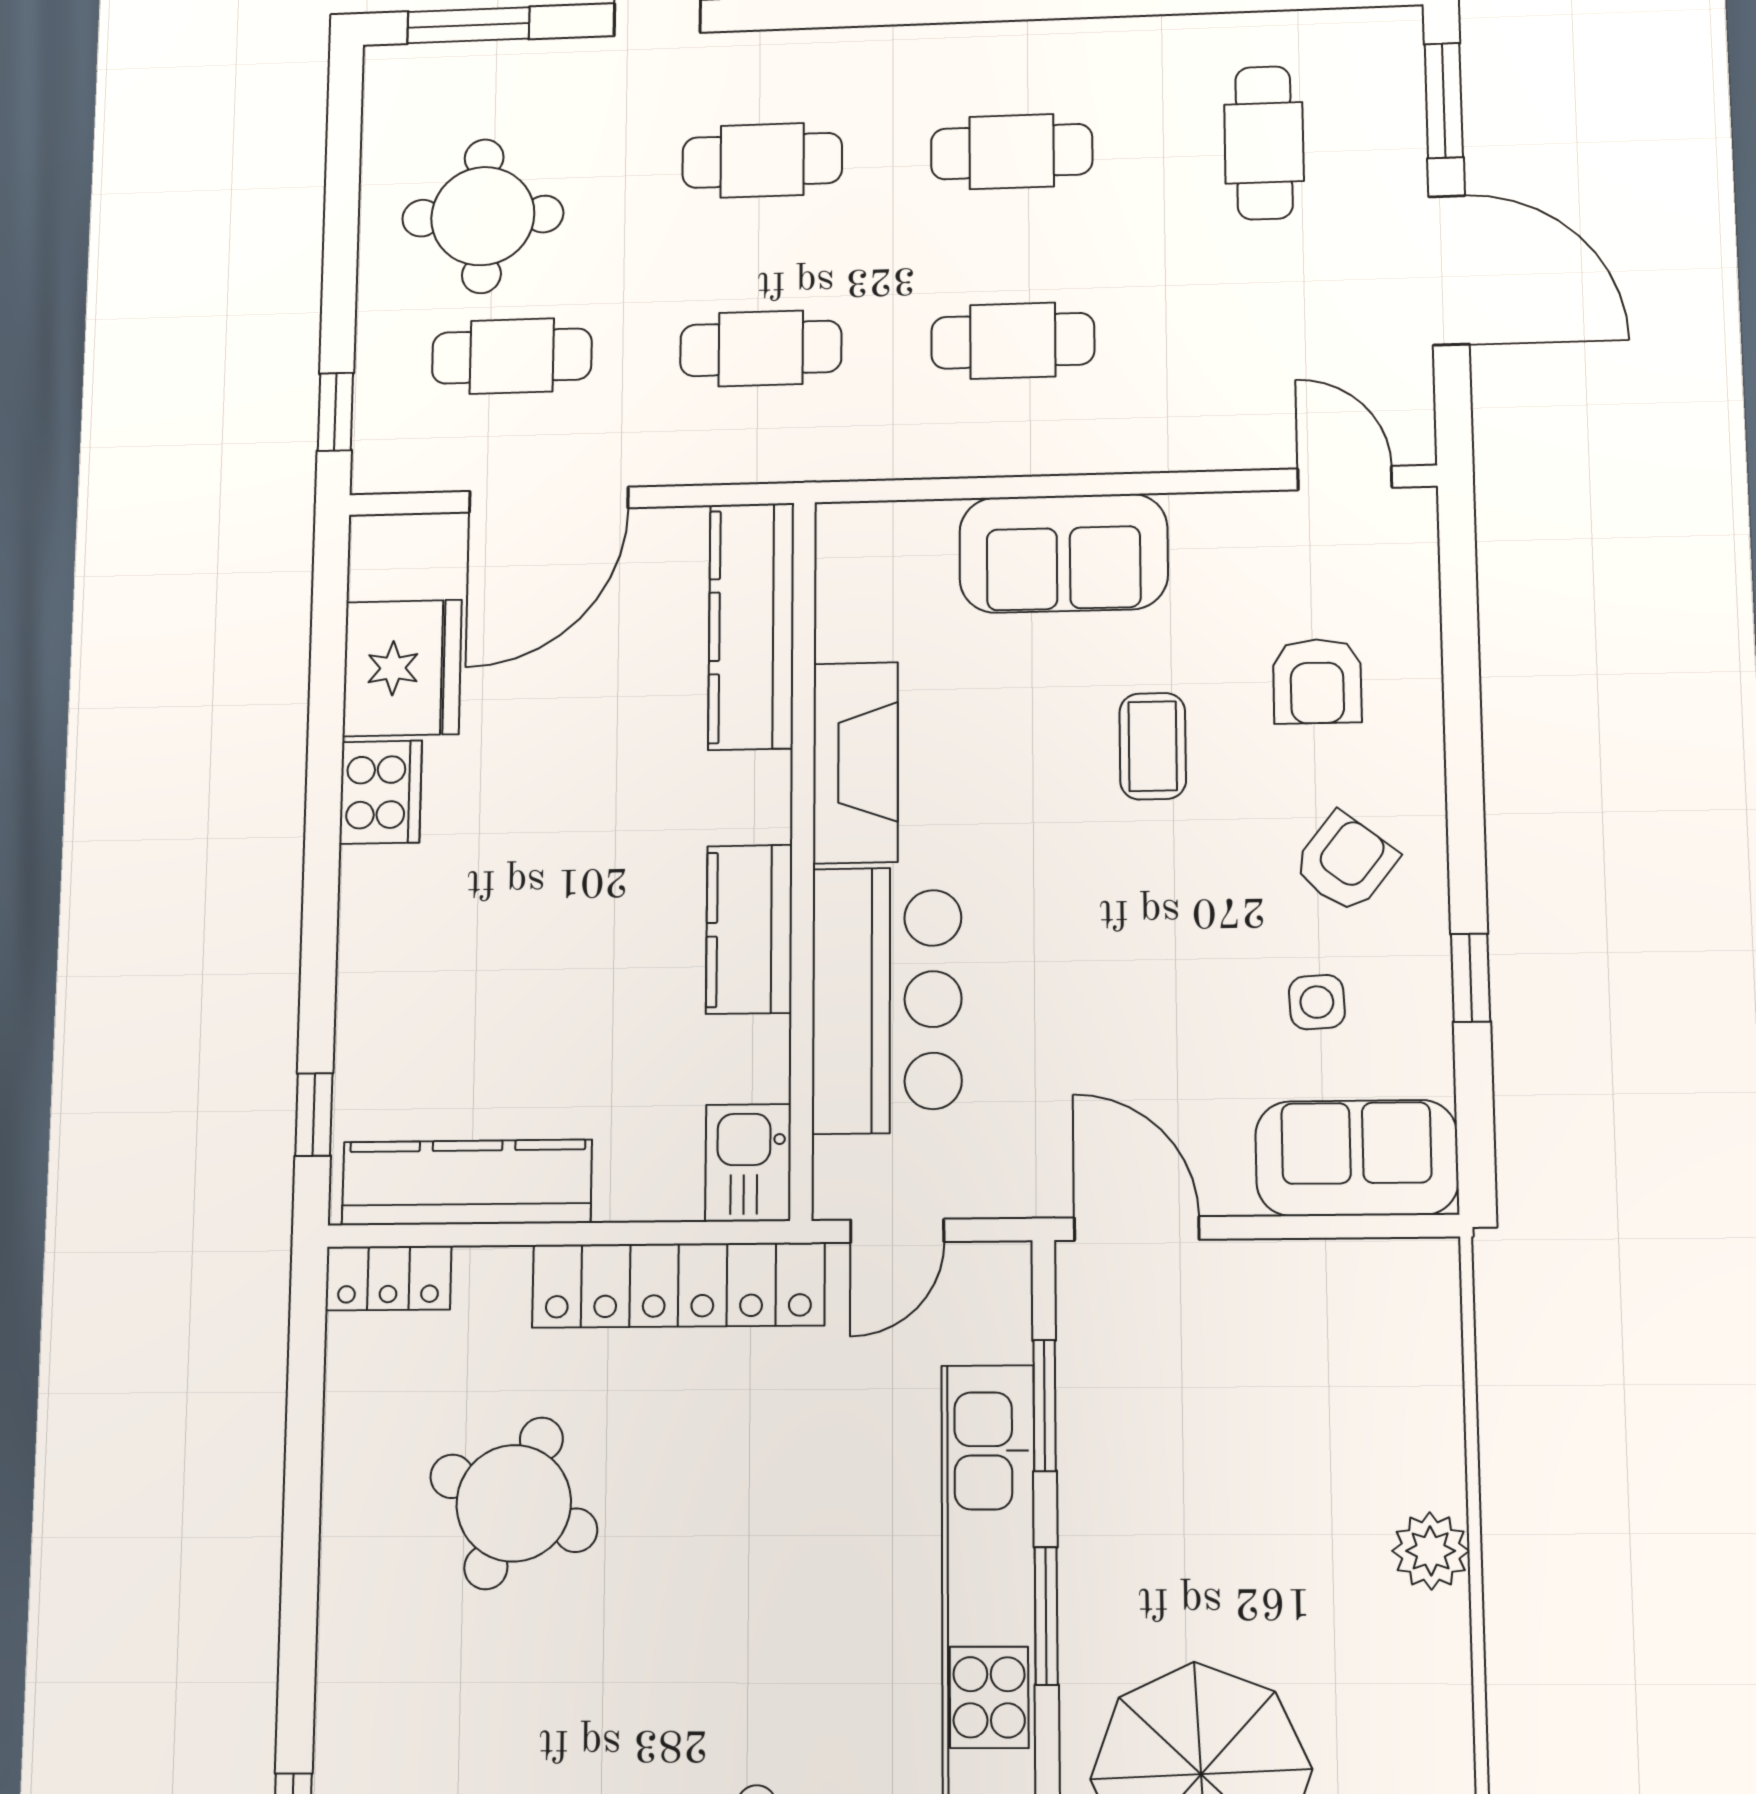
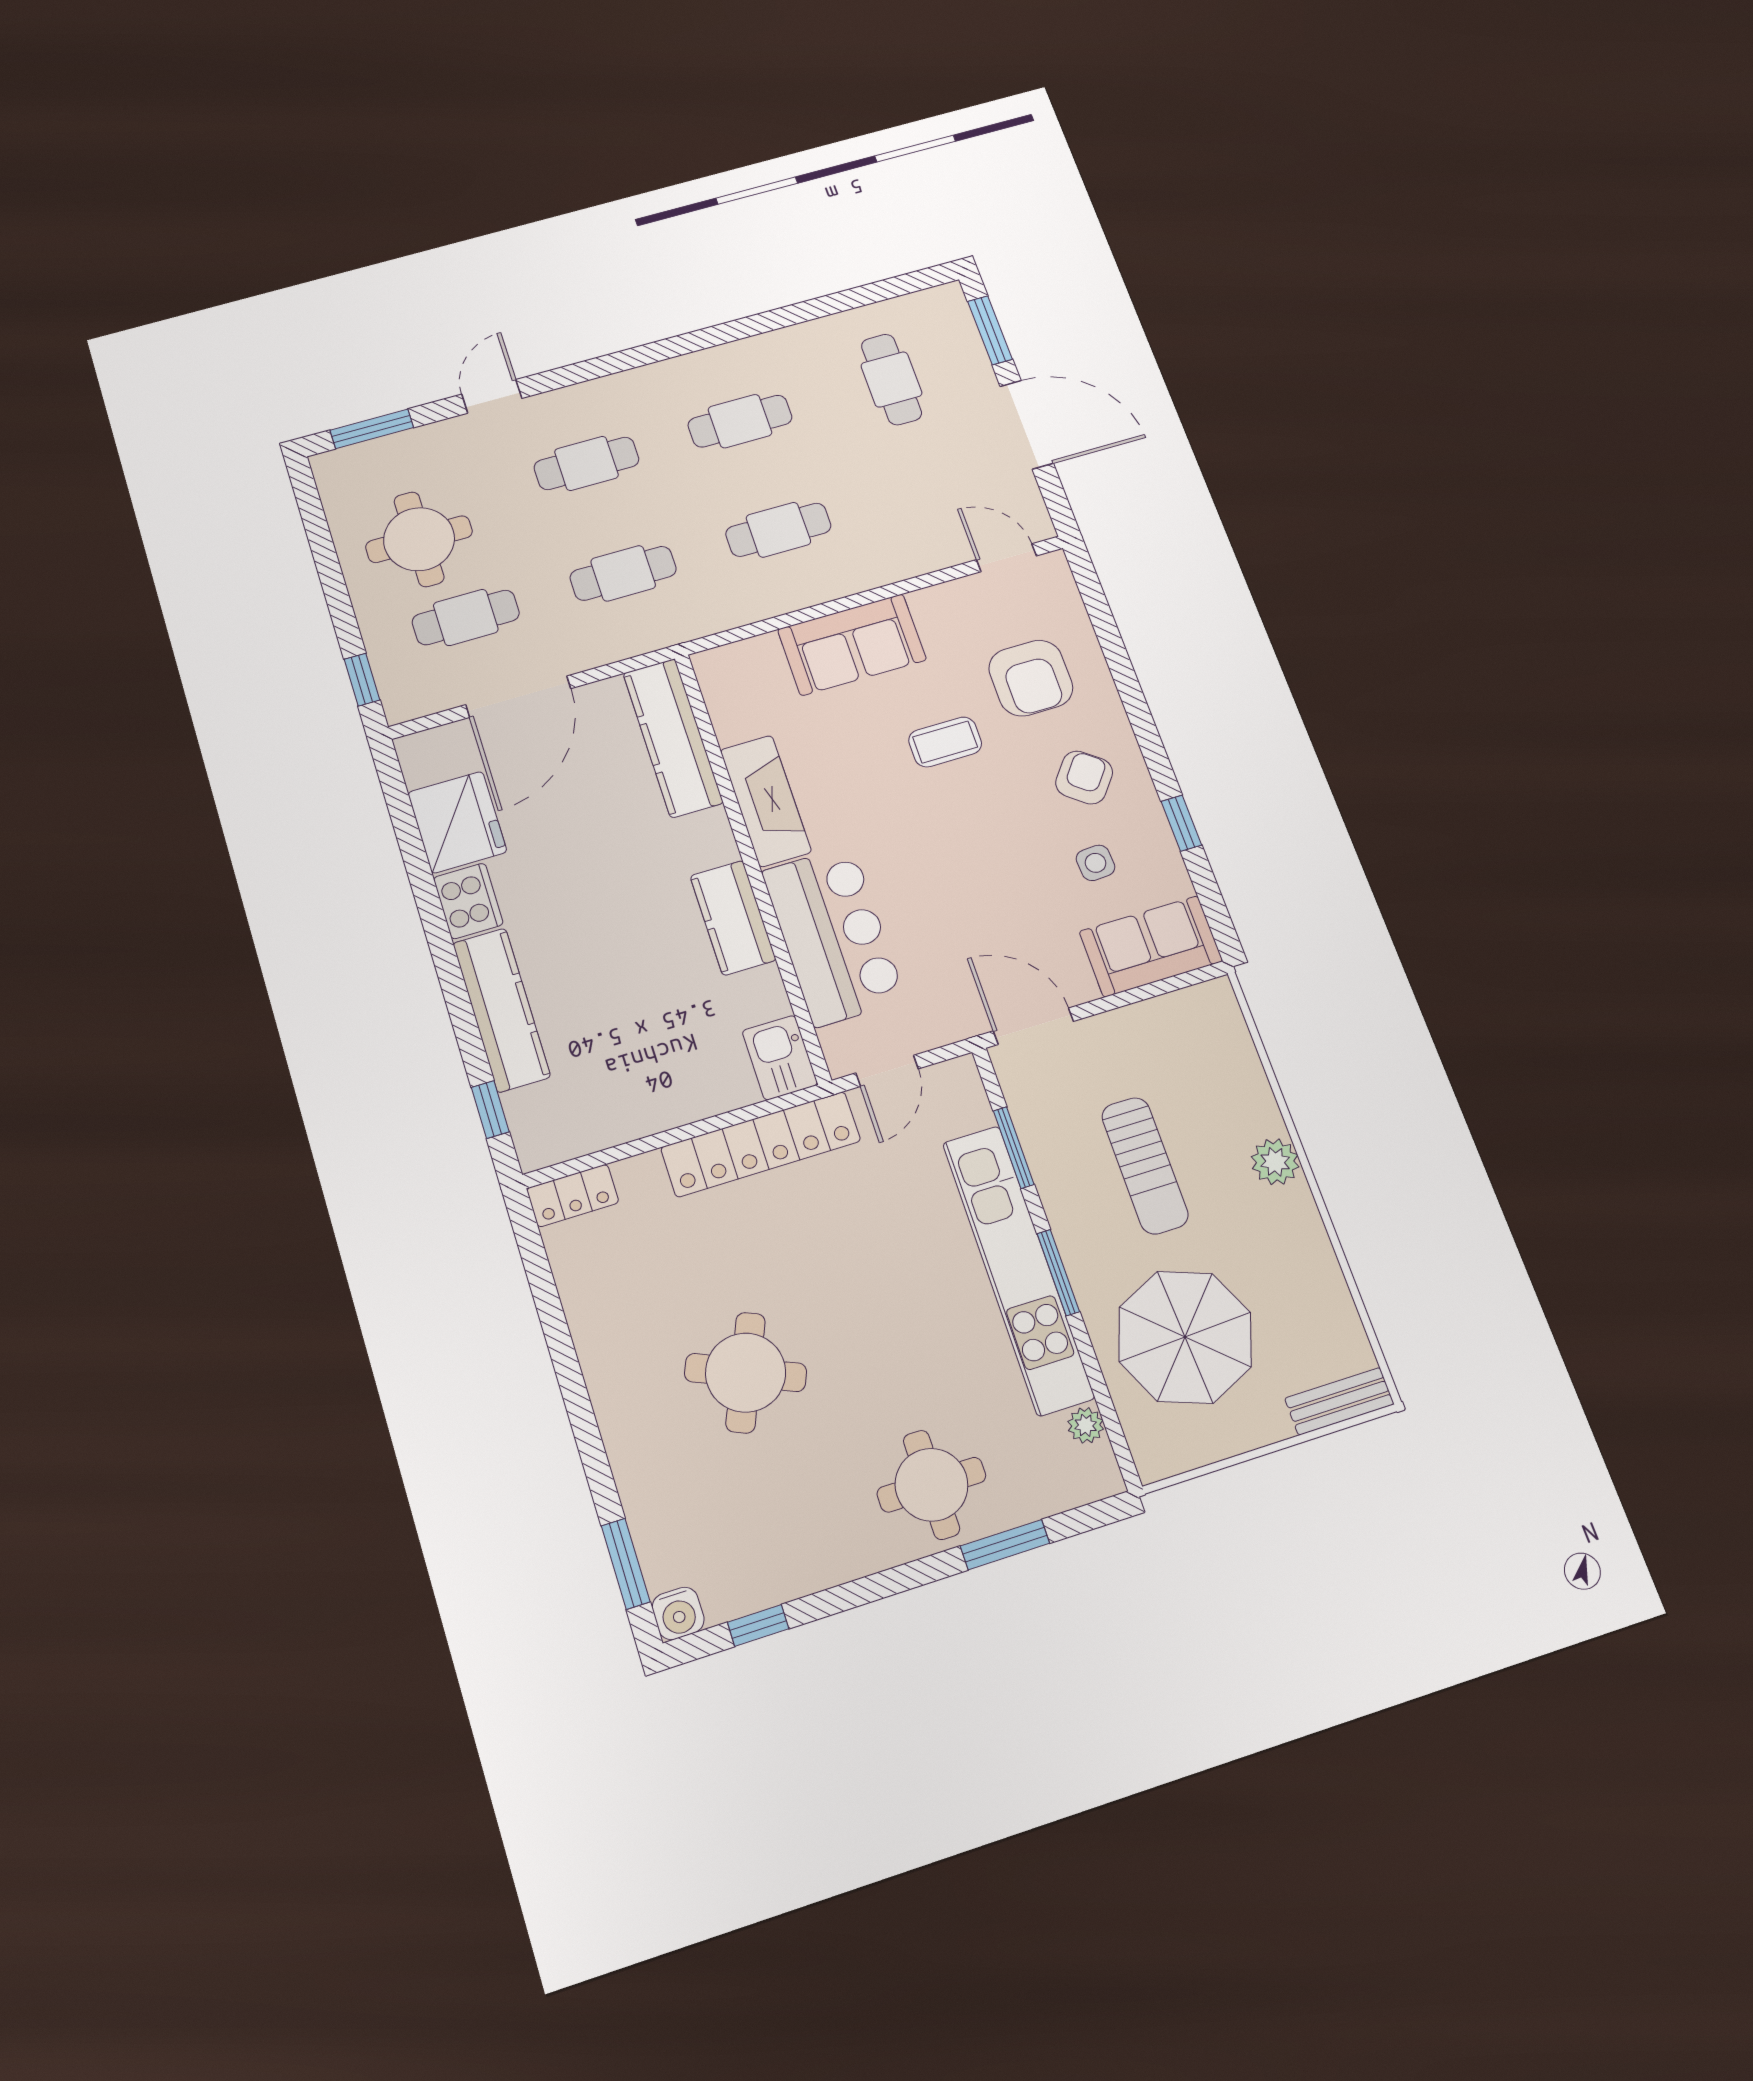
armchair: (1317, 681) -> (1031, 678), width x1.38, depth x1.38
coffee table: (1153, 746) -> (945, 742), turned 90
kitchen counter: (467, 1182) -> (502, 1010), moved, turned 90
sun lounger: (1231, 1494) -> (1145, 1166), added
round table: (514, 1503) -> (746, 1373), moved

